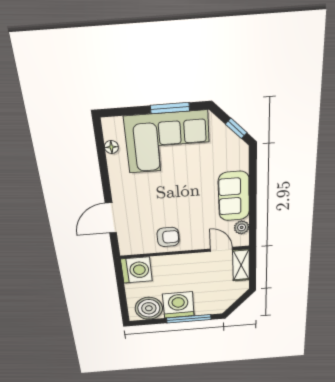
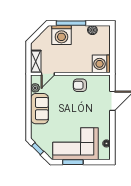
door: (221, 249) -> (48, 74), hinge flipped
washing machine: (178, 305) -> (61, 35), moved
boiler: (149, 308) -> (92, 30), width x0.54, depth x0.54

